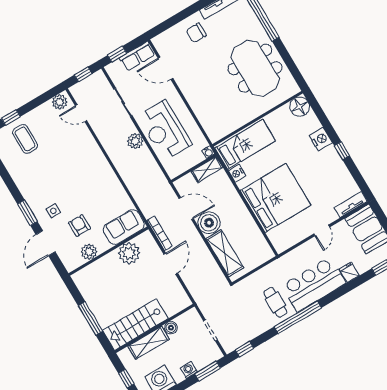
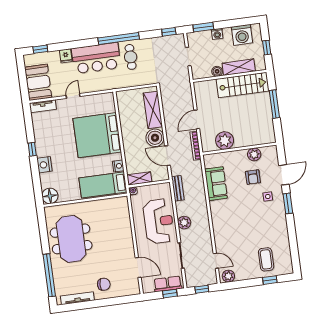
row of seats: (137, 56) -> (168, 284), moved
bench: (159, 177) -> (178, 188), added
sofa: (124, 227) -> (216, 184), moved, turned -90

